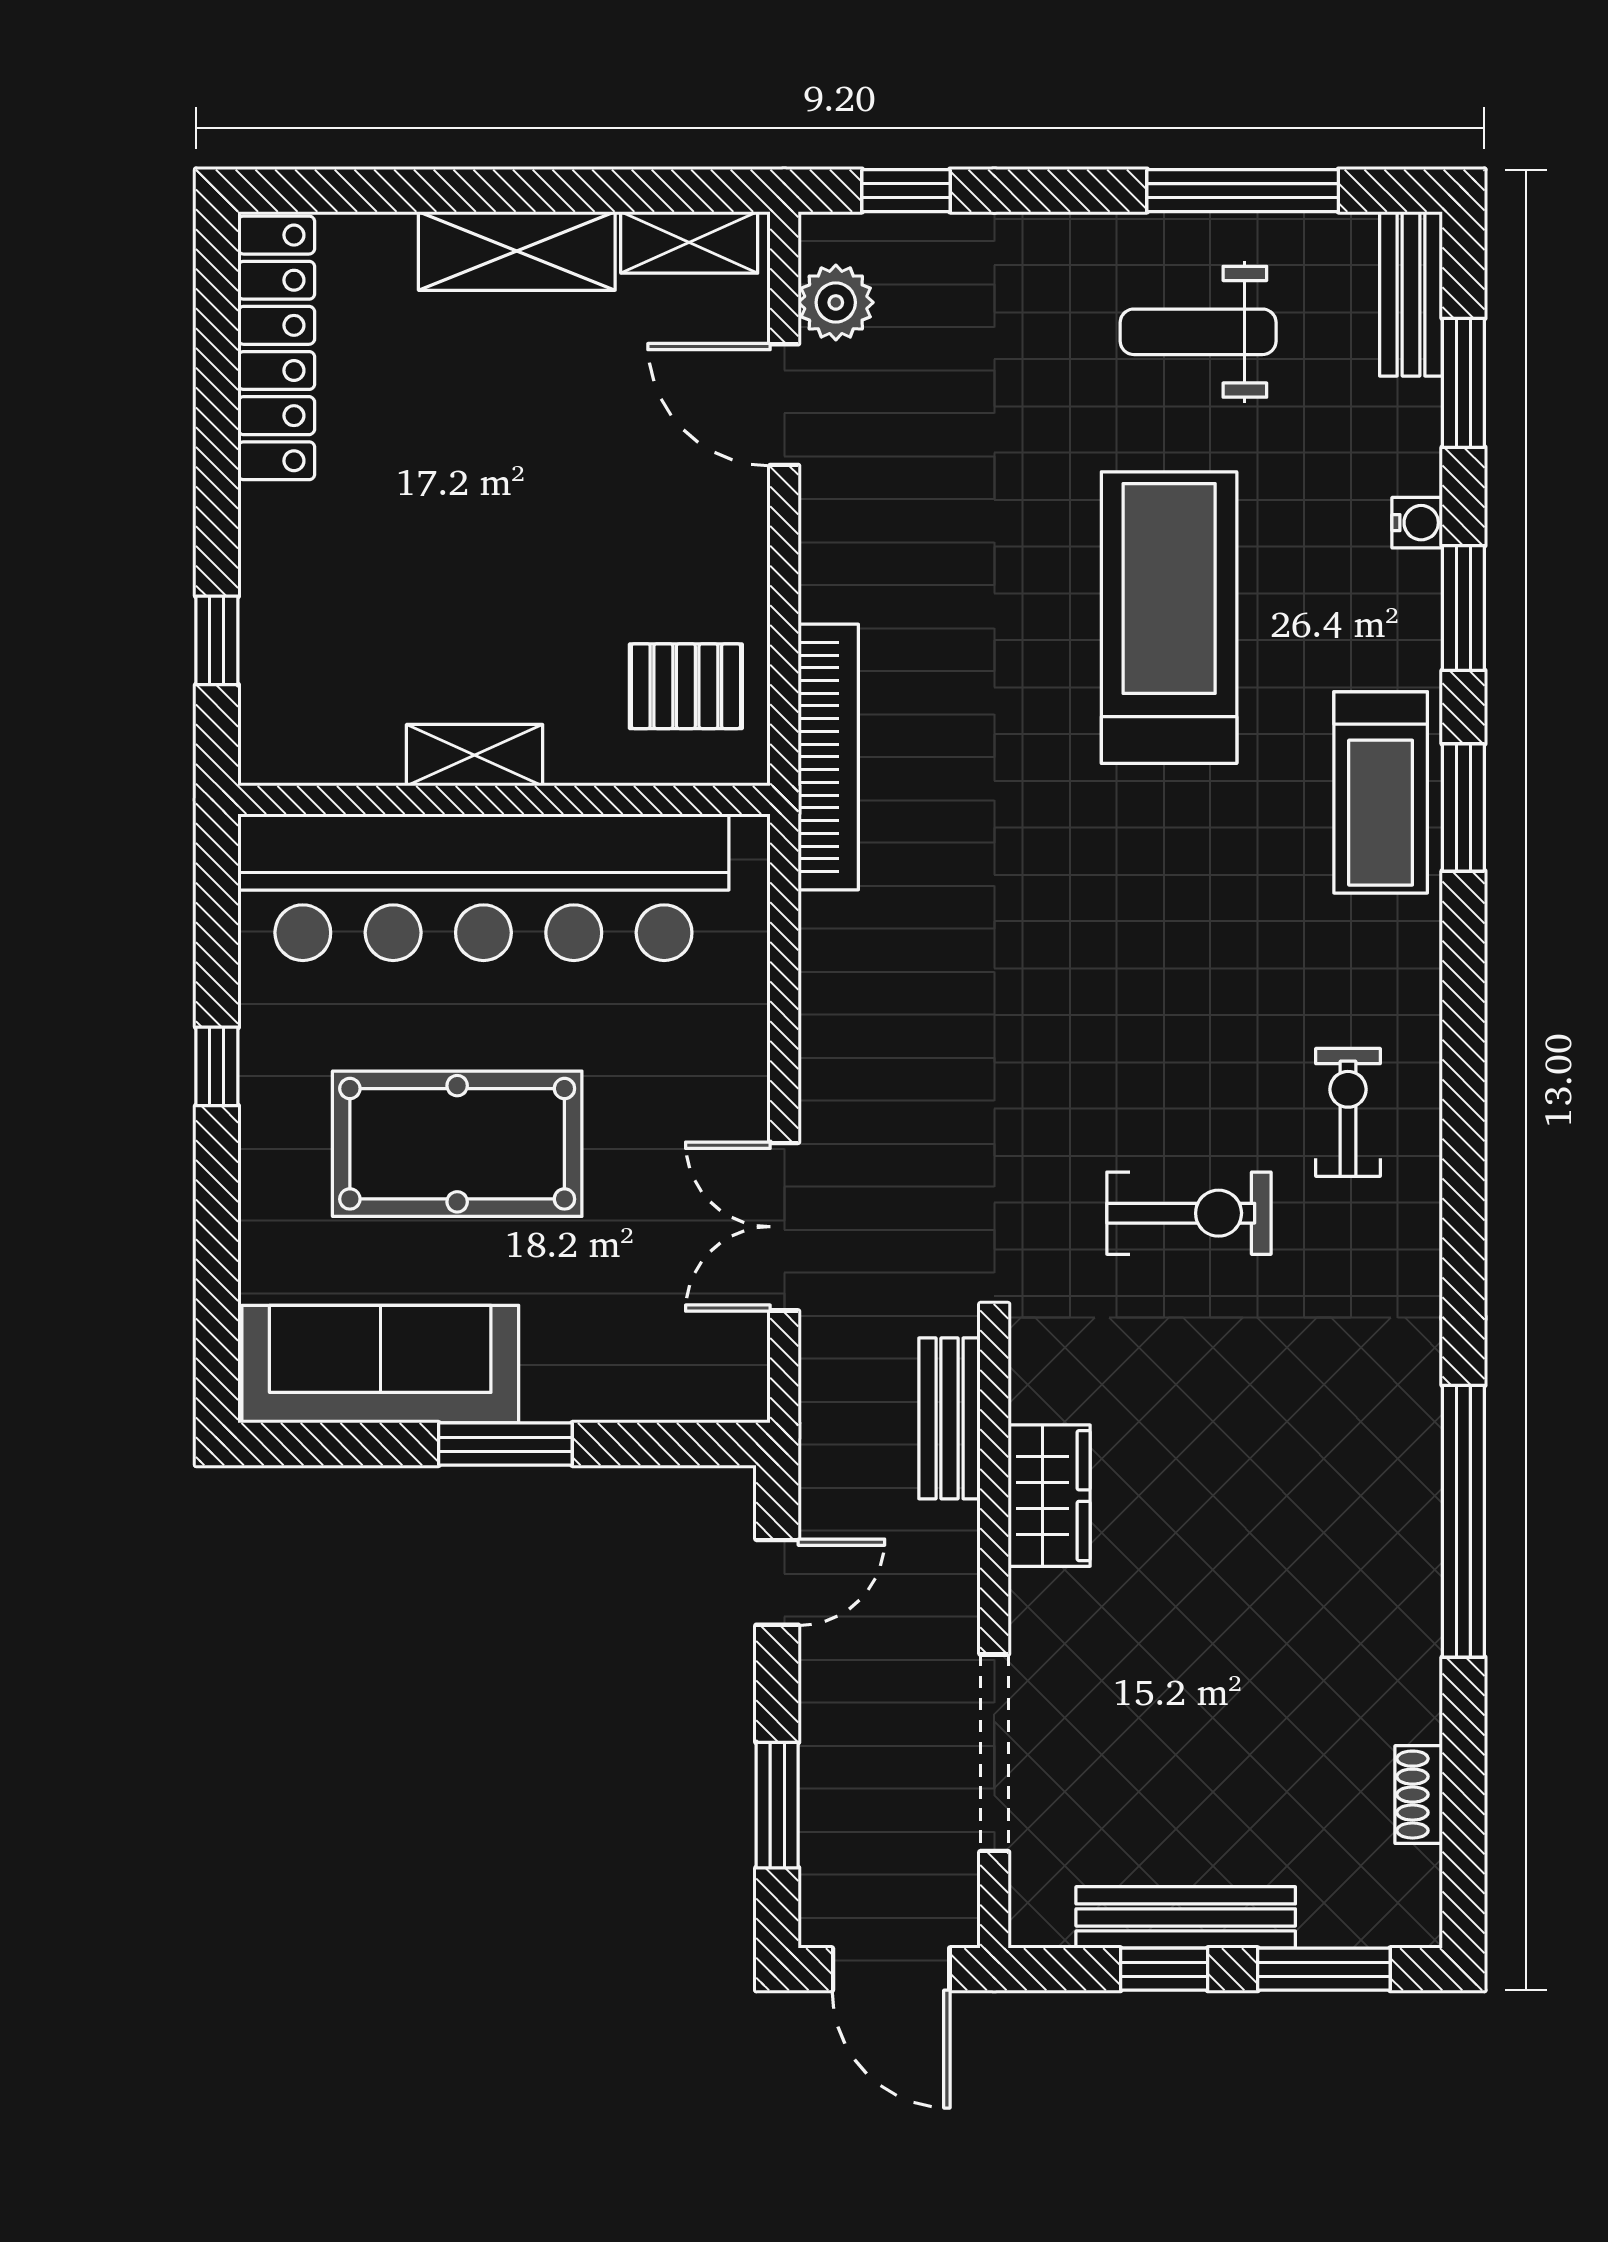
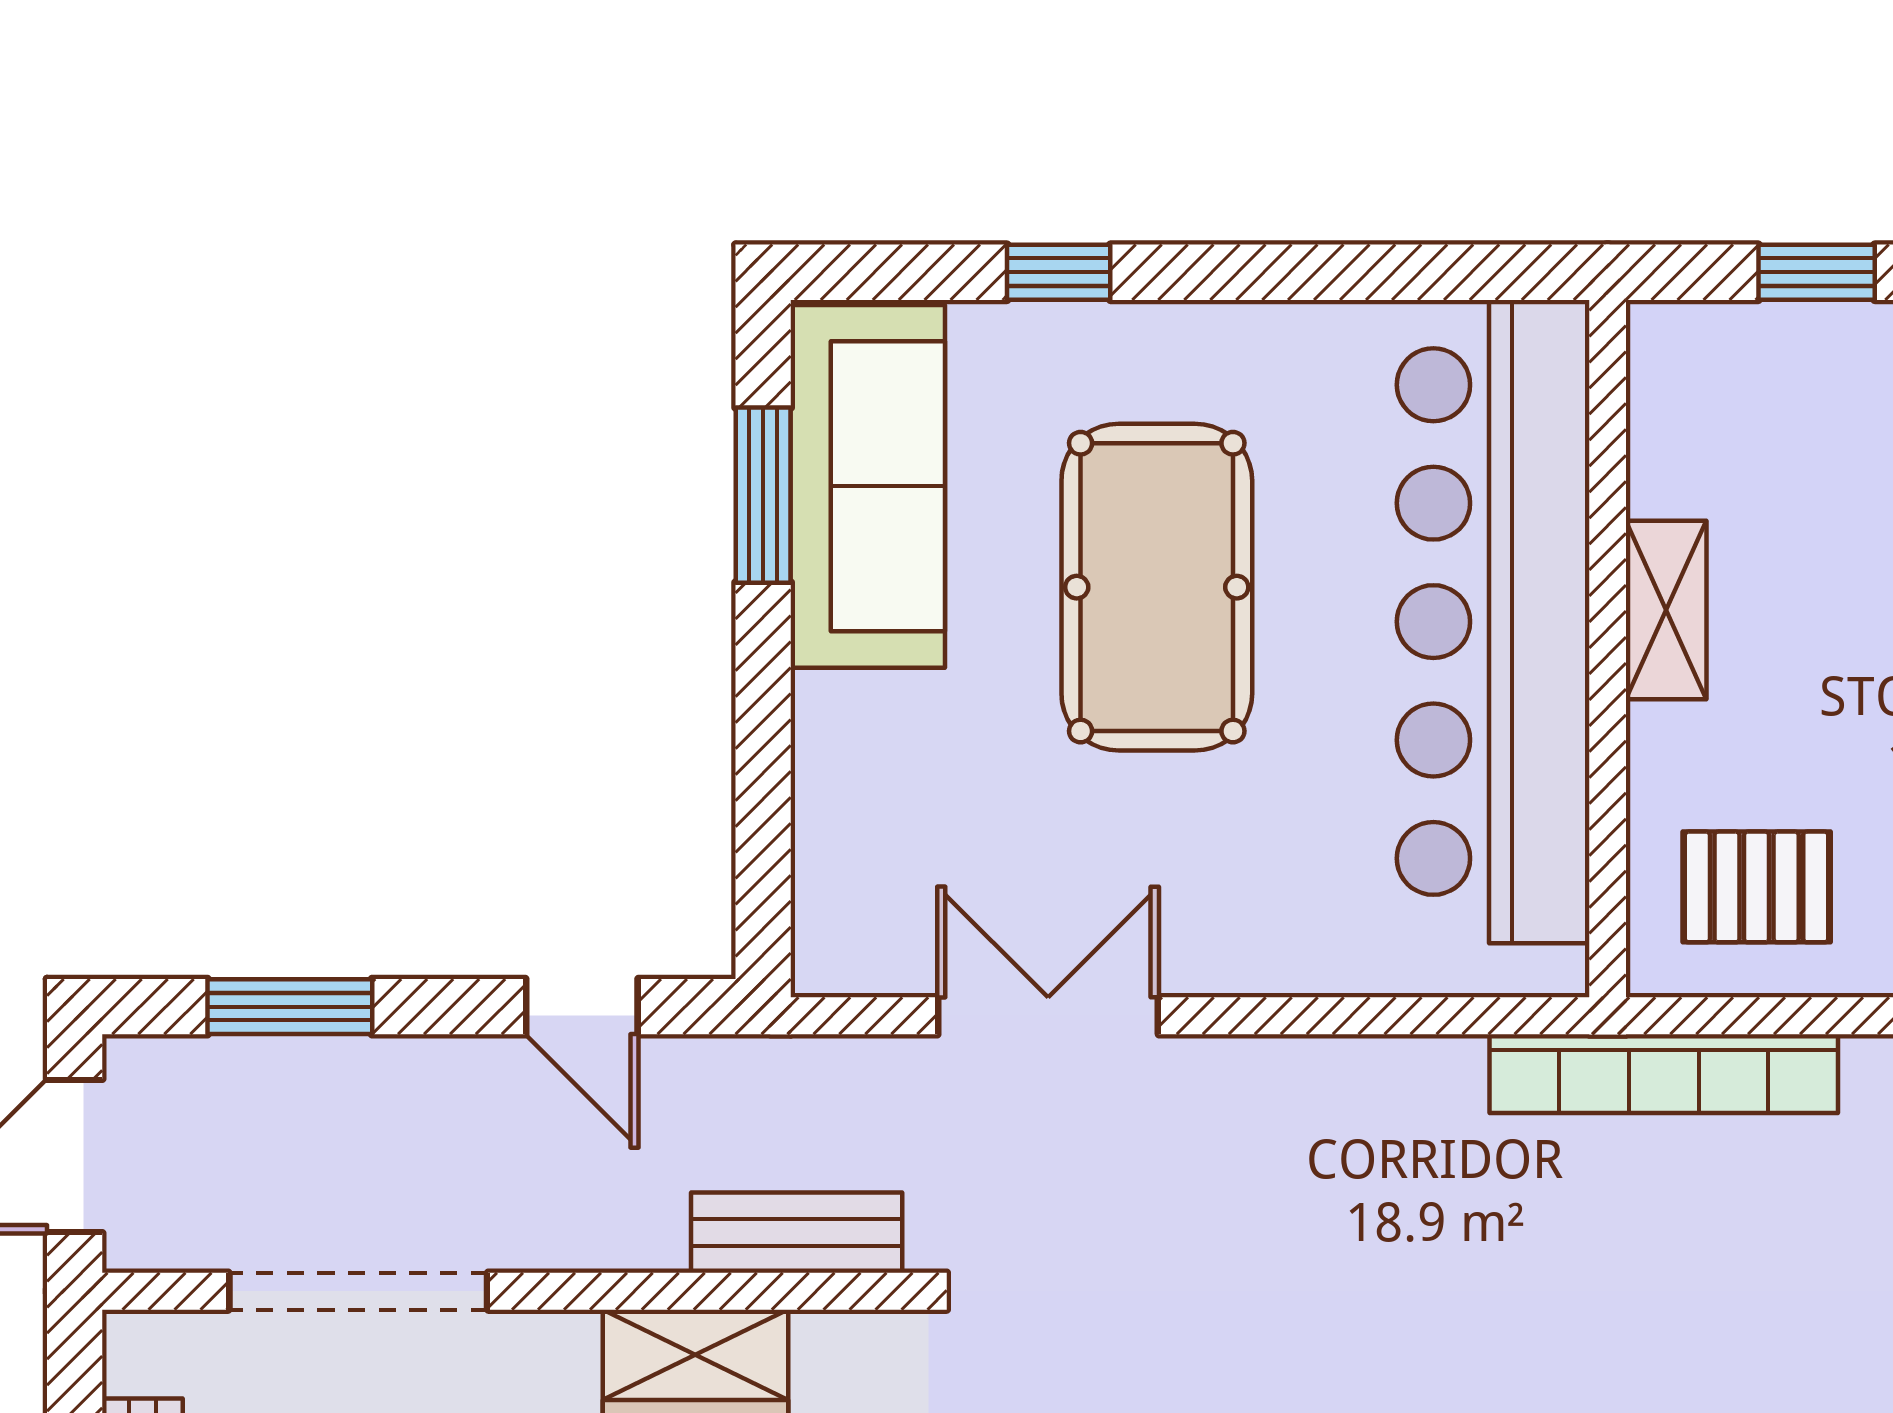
pallet: (686, 686) -> (1757, 887), turned 90
window: (217, 1066) -> (1059, 272), moved
window: (505, 1444) -> (763, 495), moved

